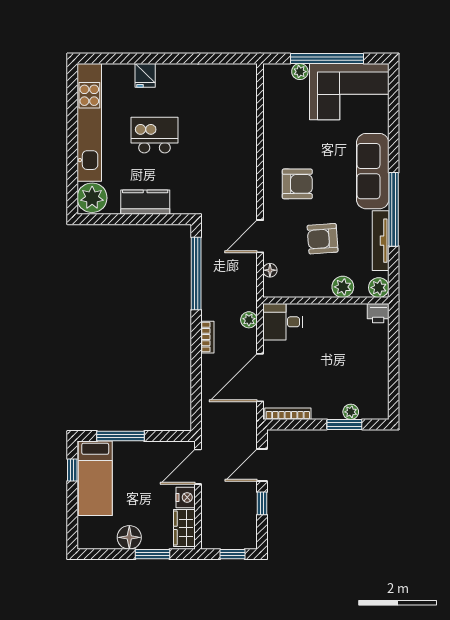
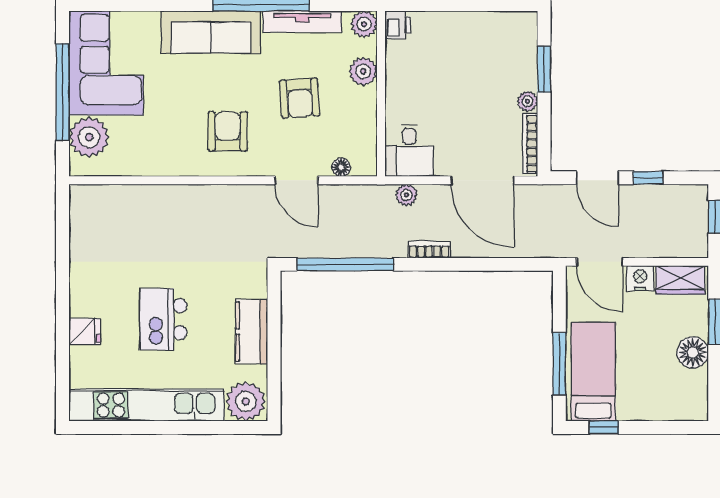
plant: (300, 72) -> (89, 137), width x1.88, depth x1.88
plant: (351, 412) -> (528, 101), moved
bed: (95, 478) -> (593, 372), moved, turned -90

